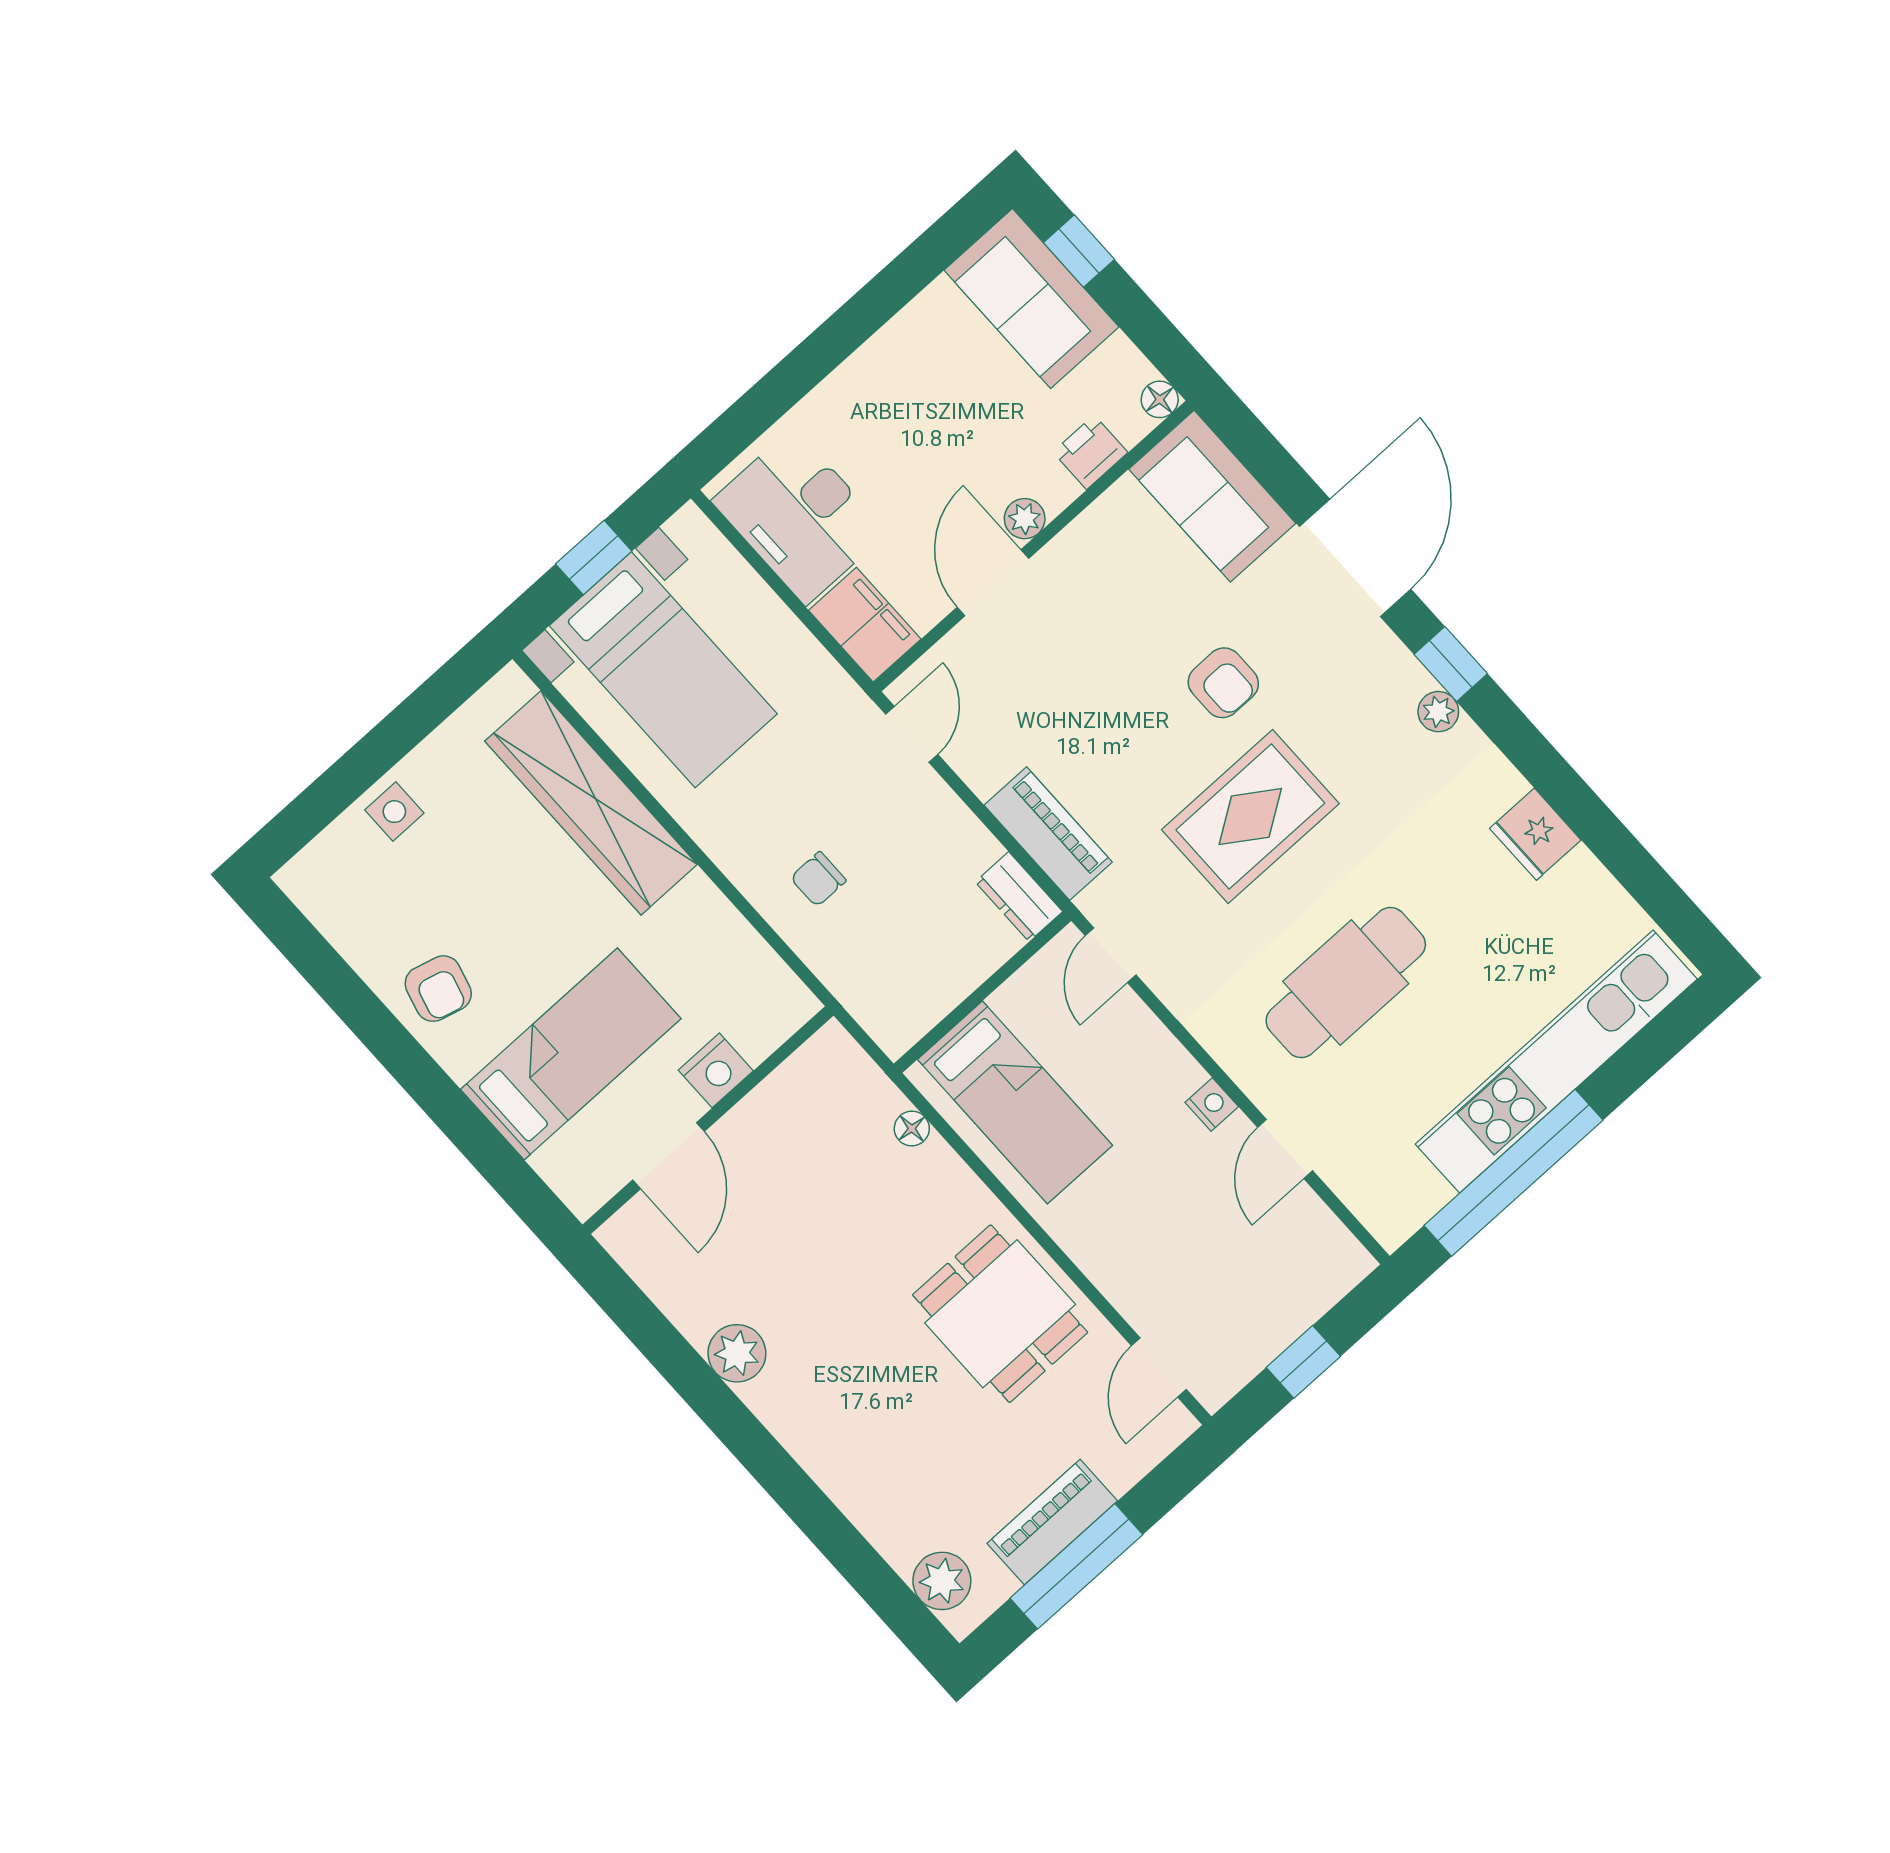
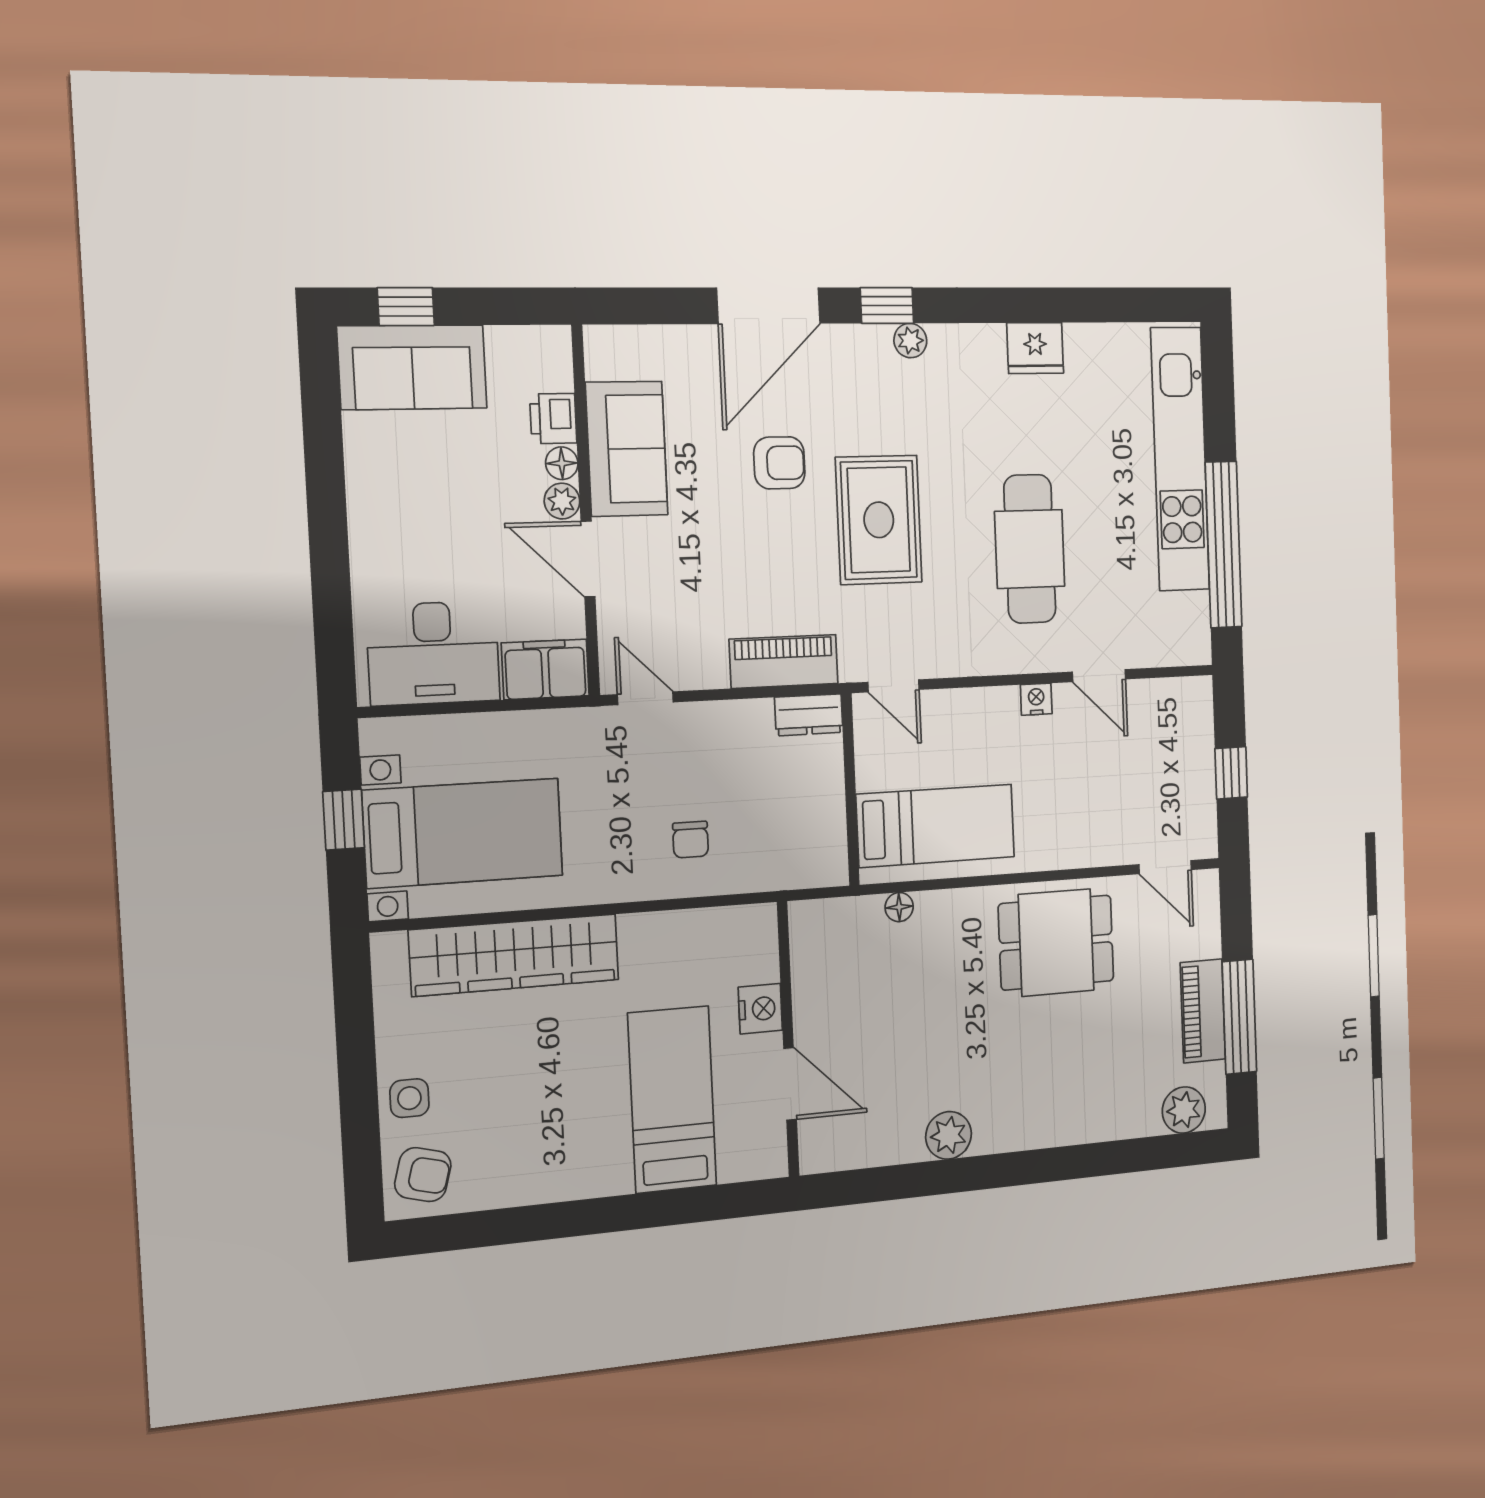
floor lamp: (1160, 399) -> (562, 463), moved
sofa: (1212, 496) -> (627, 449), moved, turned -90
door: (1355, 558) -> (769, 306), swing flipped
armchair: (438, 989) -> (423, 1175), moved

